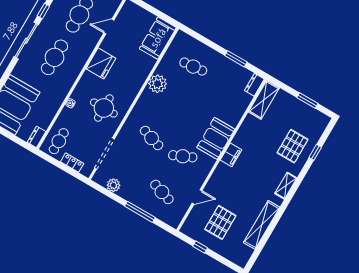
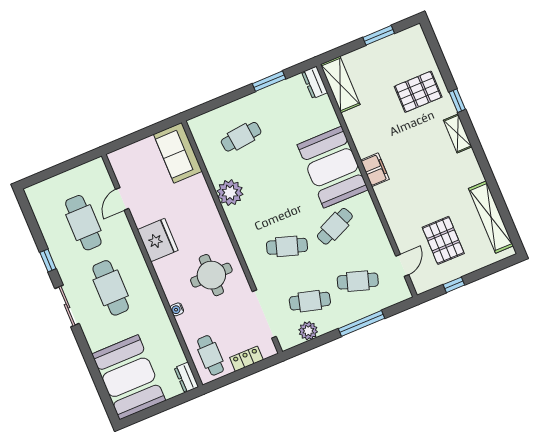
sliding door: (26, 41) -> (67, 306), width x0.73
booth: (216, 138) -> (333, 167), width x1.36, depth x1.42
pallet: (293, 146) -> (418, 92), turned 90
window: (315, 152) -> (457, 101), moved
cafe table: (131, 174) -> (310, 301), added
door: (197, 197) -> (402, 265), moved
shelving: (262, 225) -> (491, 217), moved

